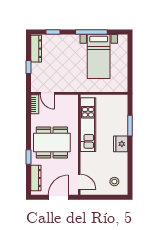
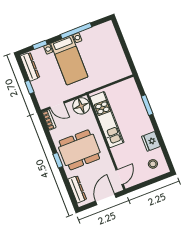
bed with nightstands: (99, 57) -> (69, 60), moved
floor lamp: (69, 103) -> (81, 106), added
fridge: (121, 144) -> (151, 141), moved
window: (28, 157) -> (58, 160), moved
door: (79, 182) -> (120, 177), hinge flipped

